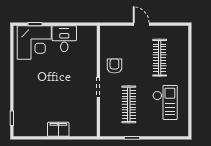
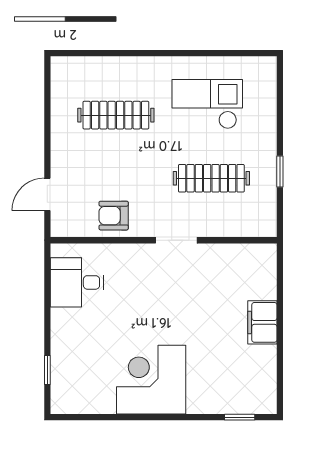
door: (141, 24) -> (47, 194), moved
desk: (64, 39) -> (77, 282), moved
corner desk: (34, 43) -> (151, 380), moved, turned -90
armchair: (114, 66) -> (114, 216), moved

